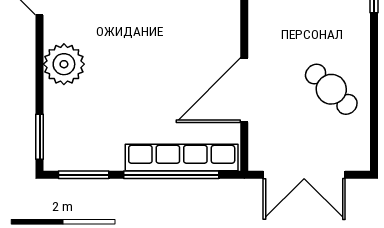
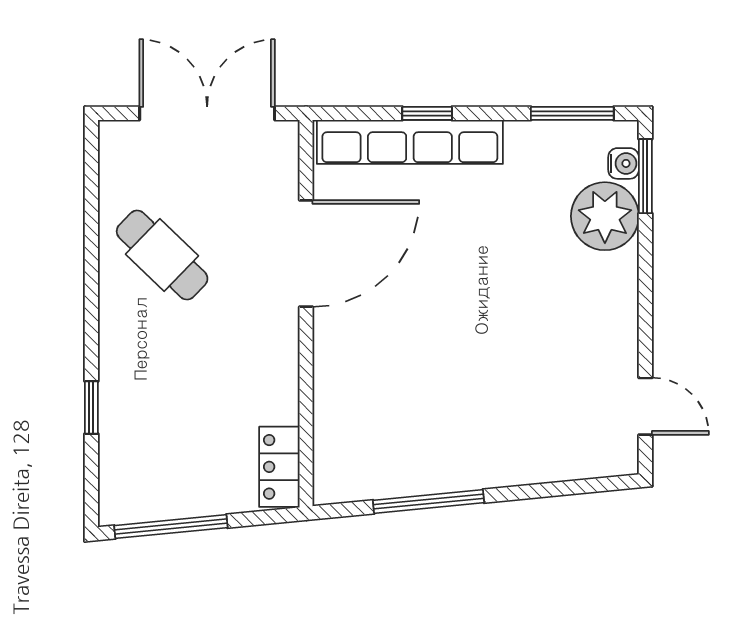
plant: (64, 64) -> (605, 216), moved
water cooler: (53, 144) -> (624, 163), added
window: (171, 175) -> (427, 113), width x0.32

